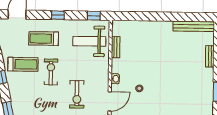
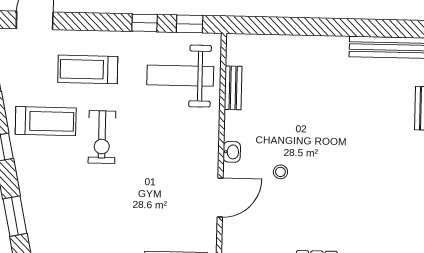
window: (58, 15) -> (145, 23), moved
exercise bike: (51, 72) -> (102, 137), turned 180
exercise bike: (77, 94) -> (154, 183), removed

